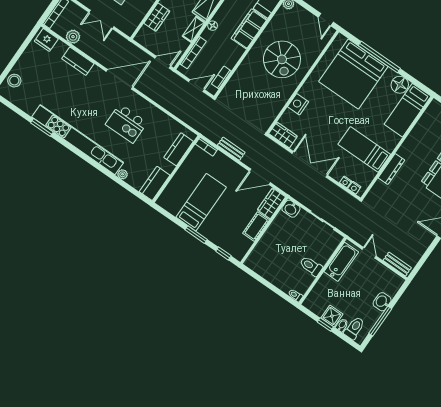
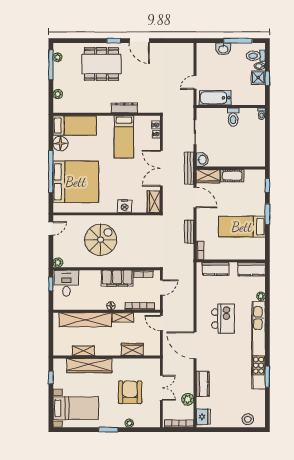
filing cabinet: (249, 29) -> (117, 278), moved
door: (197, 86) -> (161, 287), swing flipped
bench: (397, 264) -> (189, 168), moved, width x1.36

